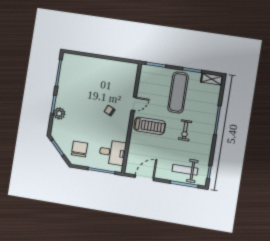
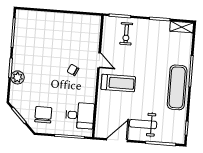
exercise mat: (178, 92) -> (177, 87), moved
door: (134, 104) -> (99, 60), hinge flipped
exercise bike: (185, 130) -> (126, 34), moved
weight bench: (185, 170) -> (143, 124), moved

